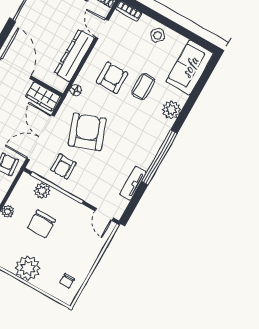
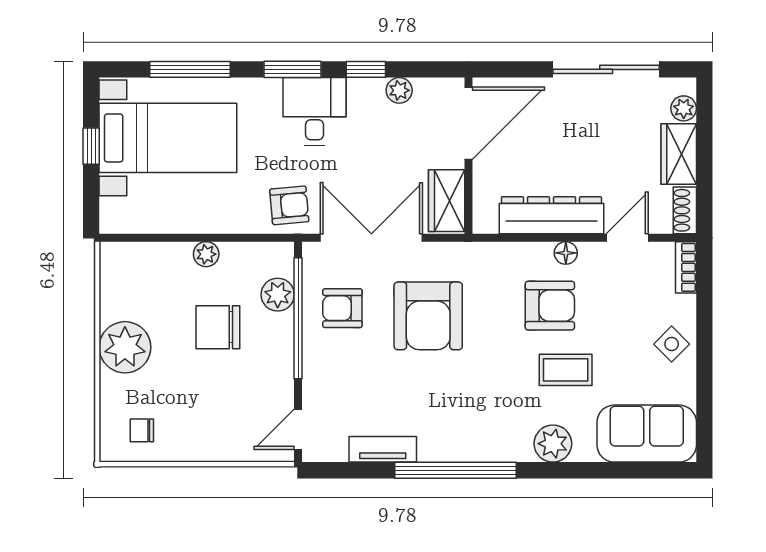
floor lamp: (76, 90) -> (566, 253), moved
armchair: (87, 132) -> (428, 316), turned 110

